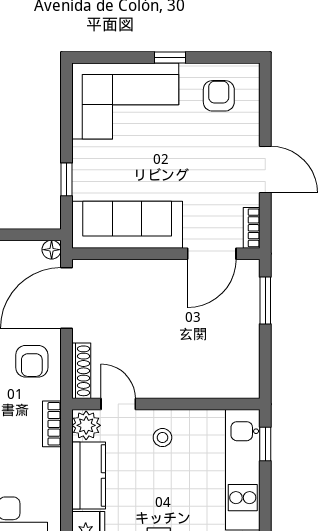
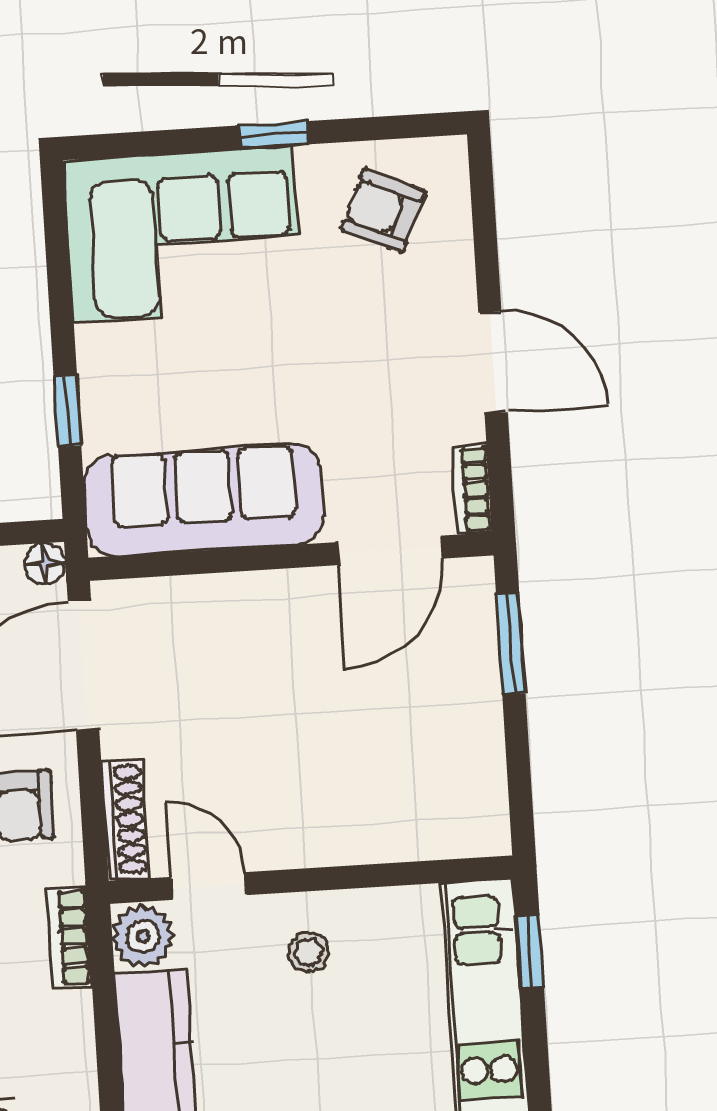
armchair: (219, 96) -> (383, 210), turned -66

